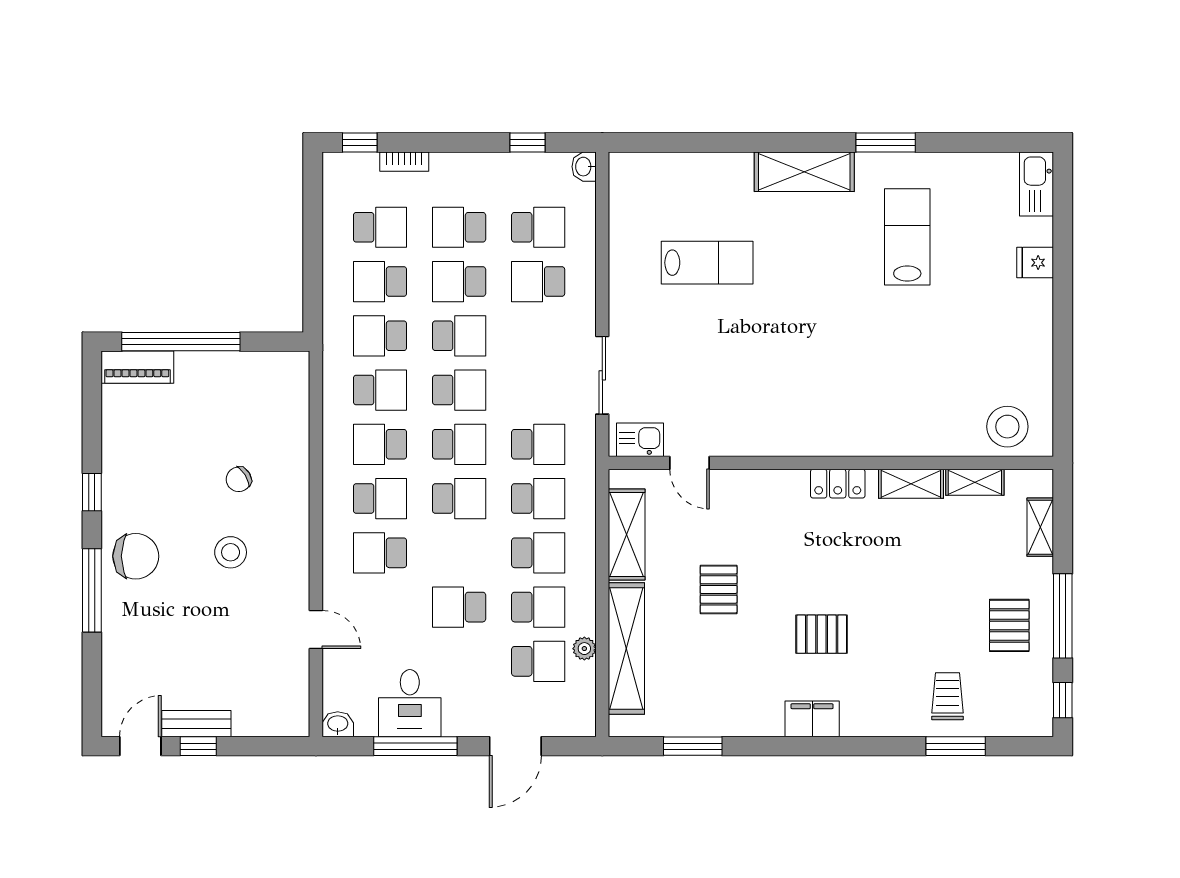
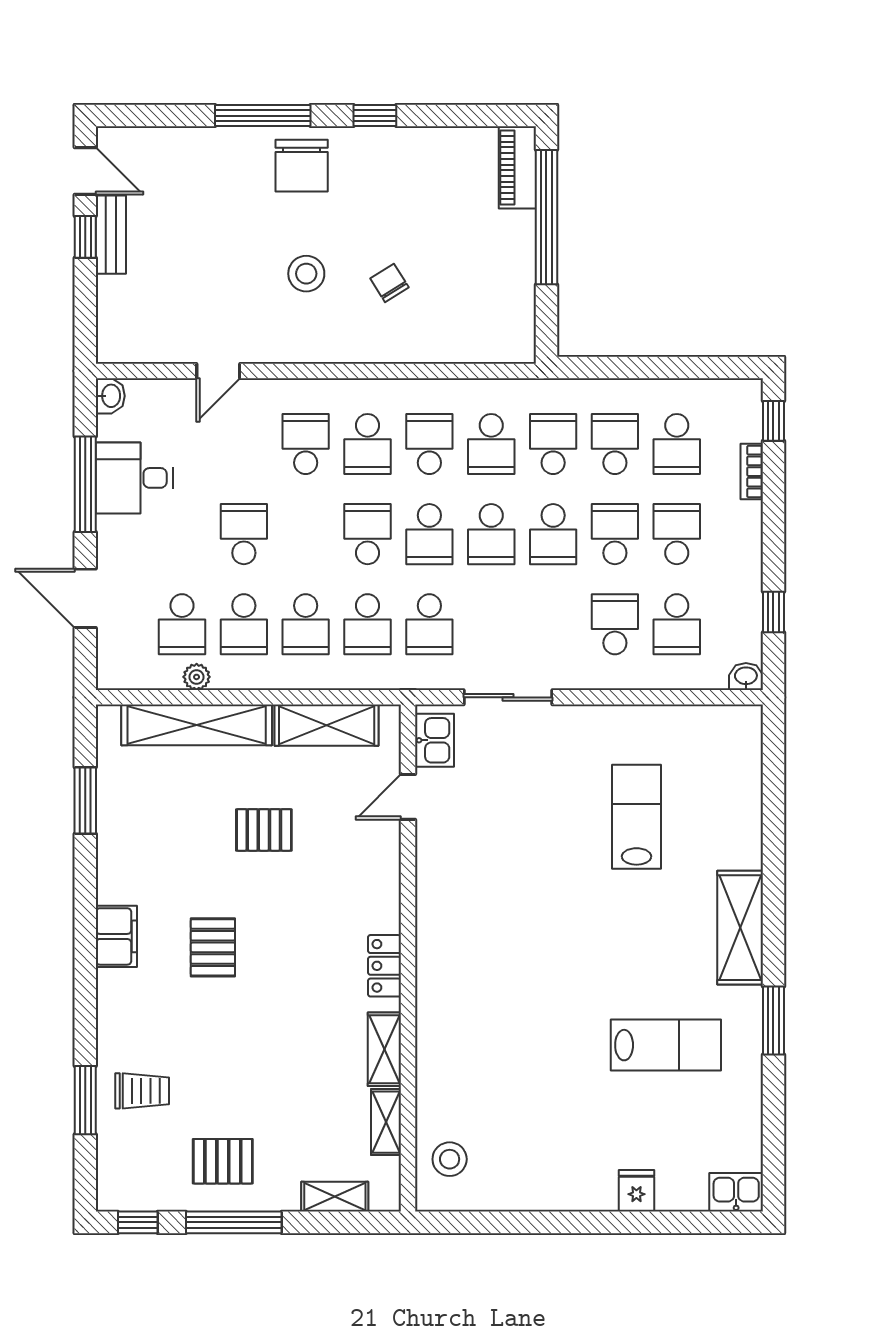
kitchen sink: (1036, 184) -> (736, 1192), width x0.73
lab bench: (707, 263) -> (636, 817), turned 180
stool: (1007, 427) -> (450, 1159), width x0.73, depth x0.73
school desk: (459, 499) -> (368, 534), turned 180

